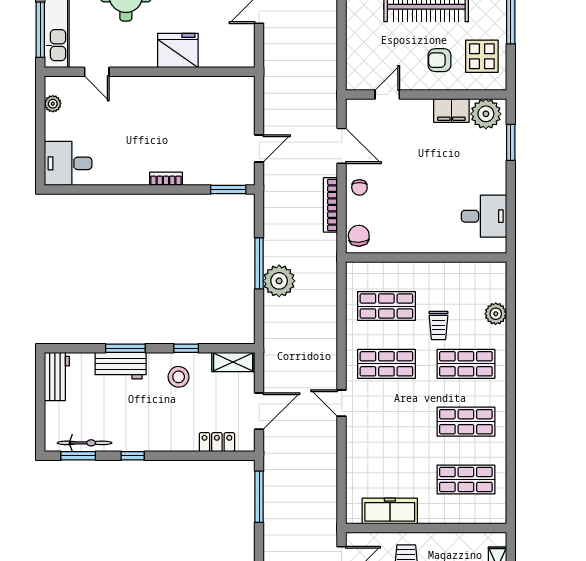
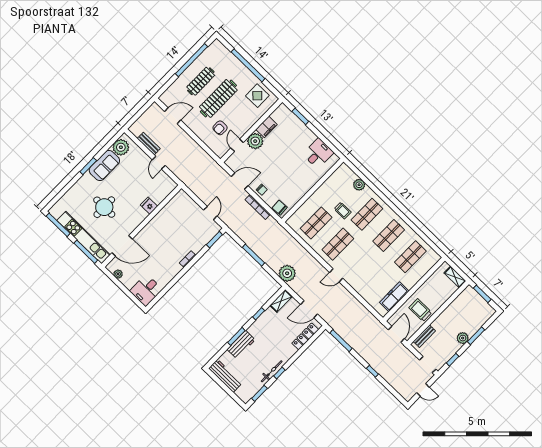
fridge: (178, 51) -> (149, 206), width x0.53, depth x0.75
armchair: (440, 60) -> (220, 128), moved
door: (97, 72) -> (122, 246), width x1.87
plant: (486, 114) -> (255, 141), moved
plant: (279, 281) -> (287, 273), moved
workbench: (57, 377) -> (225, 376), width x1.38
stool: (179, 377) -> (267, 327), removed
door: (259, 411) -> (309, 309), swing flipped
locker: (217, 442) -> (305, 336), width x1.53
bicycle: (85, 443) -> (272, 371), moved

